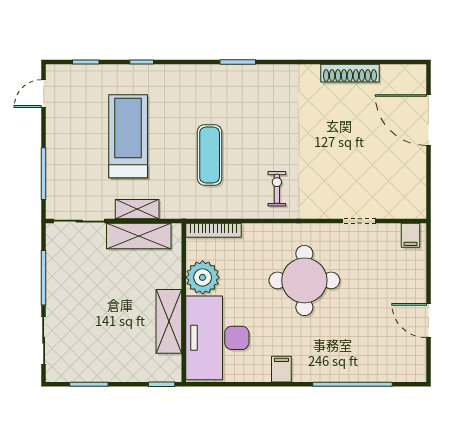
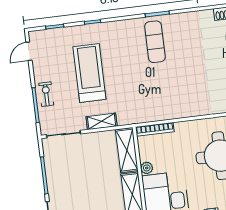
exercise mat: (210, 155) -> (155, 42), moved
exercise bike: (277, 189) -> (46, 94), moved
shelving: (139, 236) -> (127, 150), moved, turned 90
plant: (203, 277) -> (147, 168), width x0.53, depth x0.53

